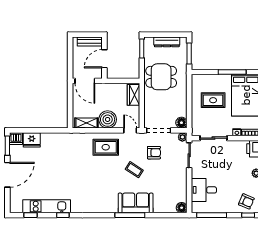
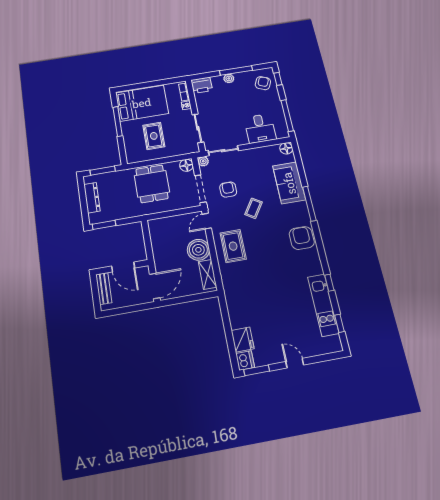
dining table: (161, 77) -> (152, 184), moved
wardrobe: (133, 95) -> (163, 225), removed
door: (7, 175) -> (295, 363), width x0.53
armchair: (102, 202) -> (302, 238), added
sofa: (136, 203) -> (289, 183), moved

